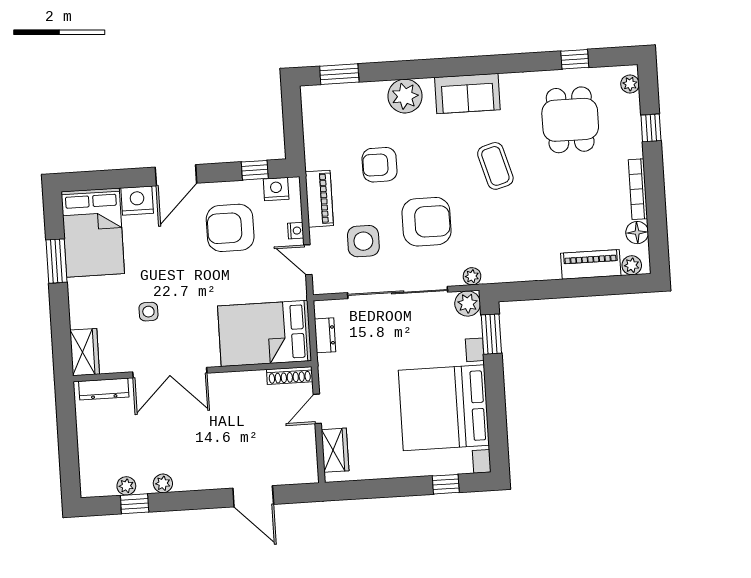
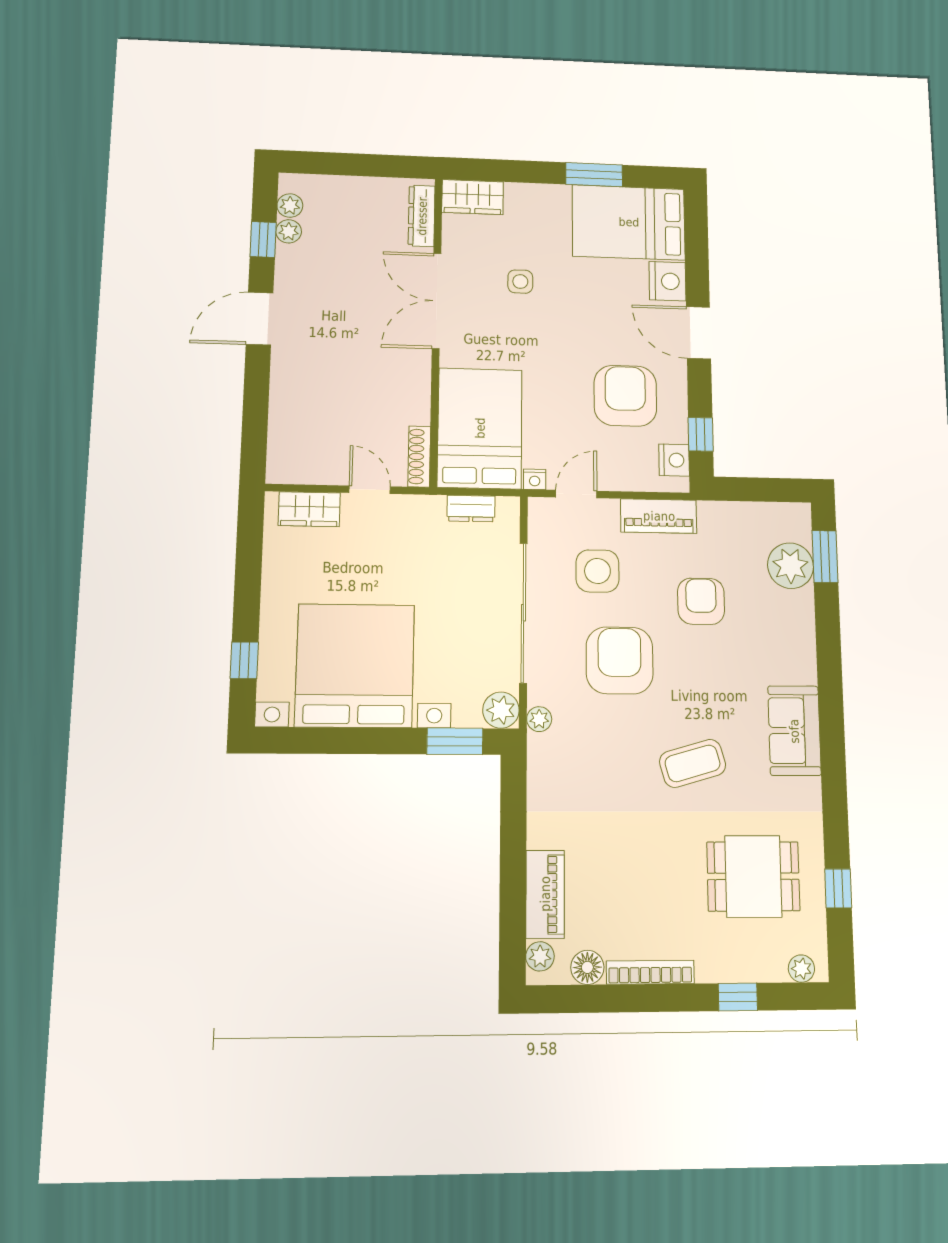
plant: (405, 96) -> (791, 566), moved
armchair: (427, 222) -> (620, 660), turned 180
nightstand: (296, 231) -> (535, 479), moved
plant: (163, 483) -> (290, 206), moved
door: (253, 496) -> (260, 319), moved

